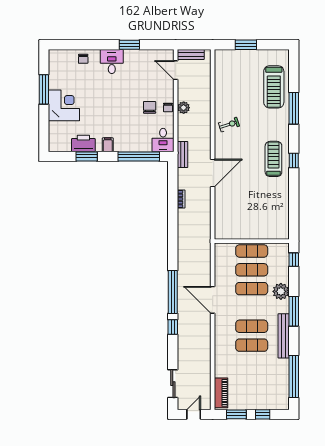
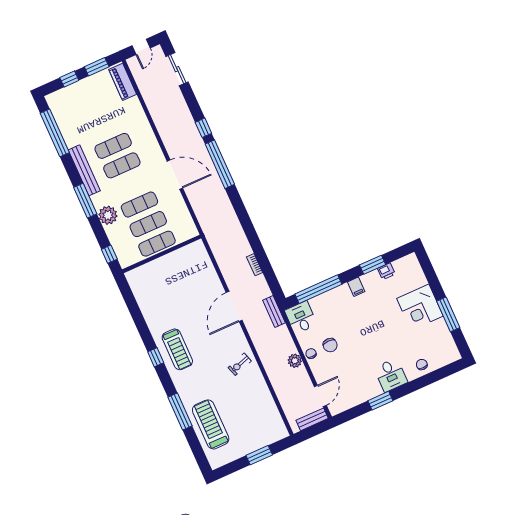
door: (176, 70) -> (320, 396), hinge flipped
printer: (83, 143) -> (386, 271), width x0.53, depth x0.68

